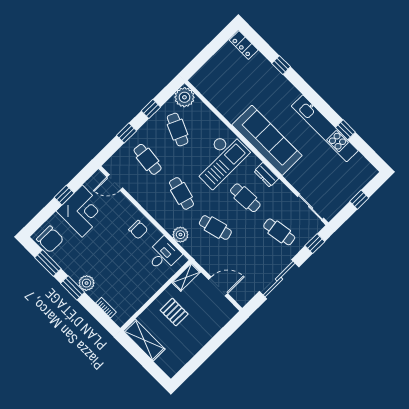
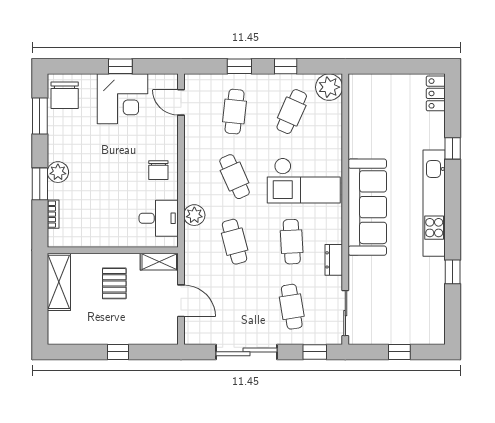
kitchen unit: (325, 128) -> (434, 203), moved
dresser: (266, 175) -> (334, 260), moved
cafe table: (181, 193) -> (235, 177), turned -39
window: (73, 288) -> (40, 184), moved
window: (212, 346) -> (118, 352), added

